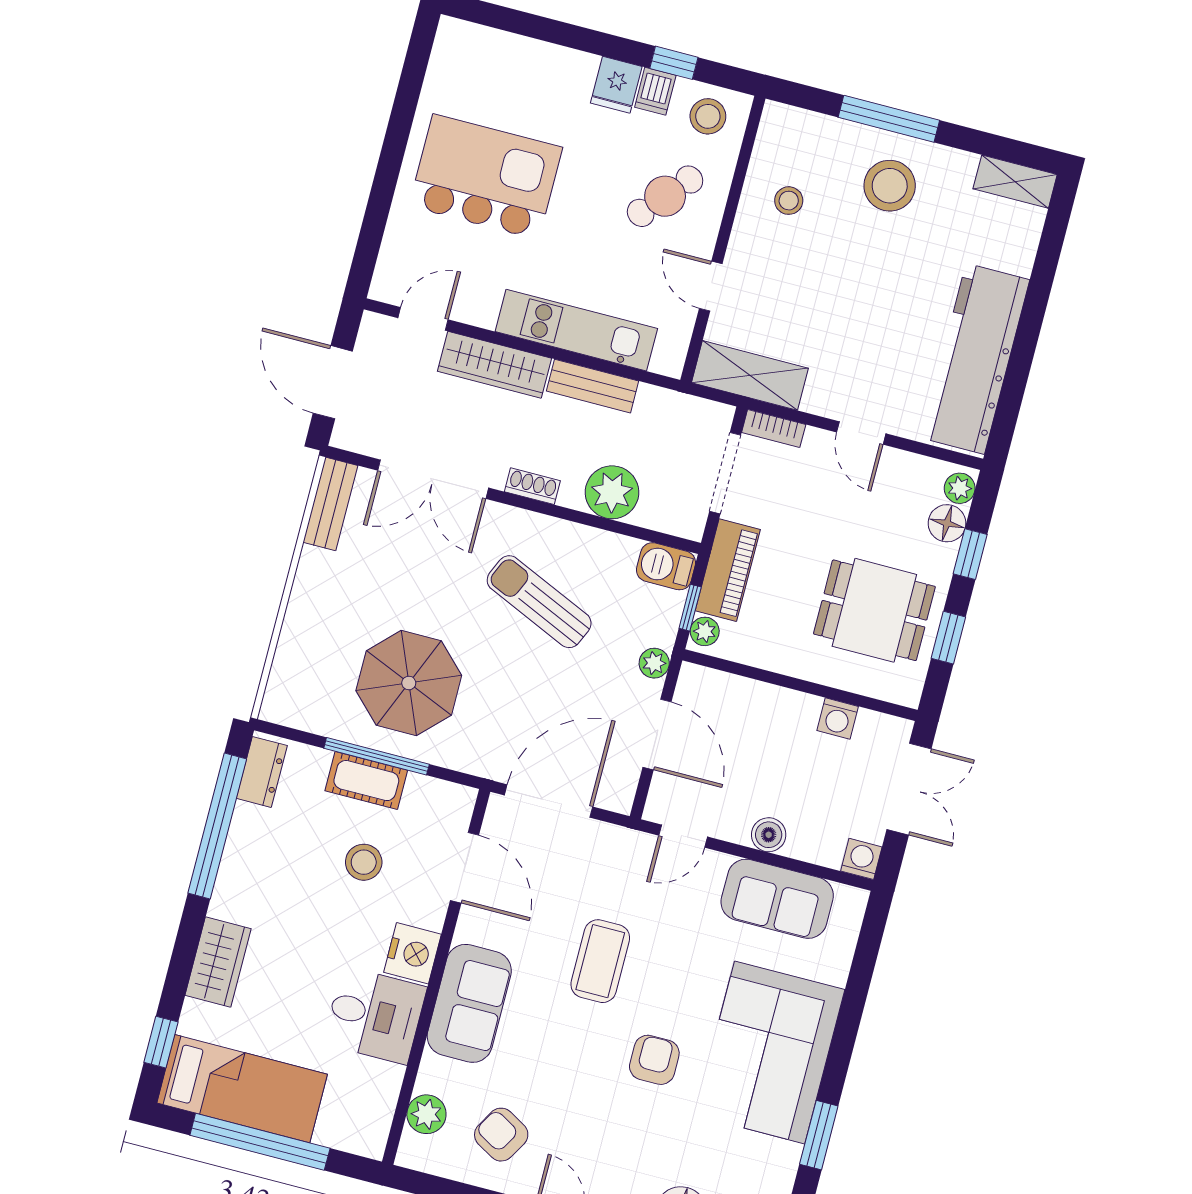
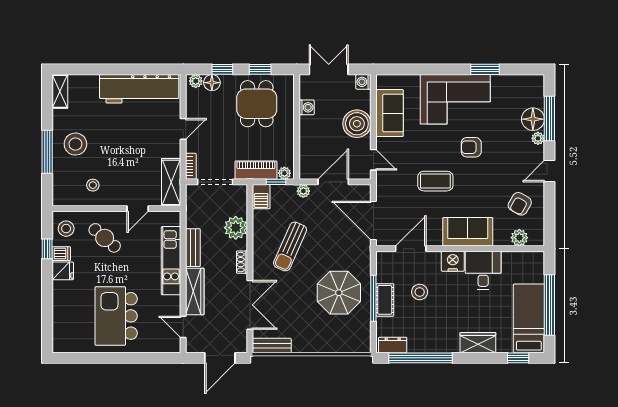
boiler: (769, 835) -> (357, 124), width x1.86, depth x1.86

